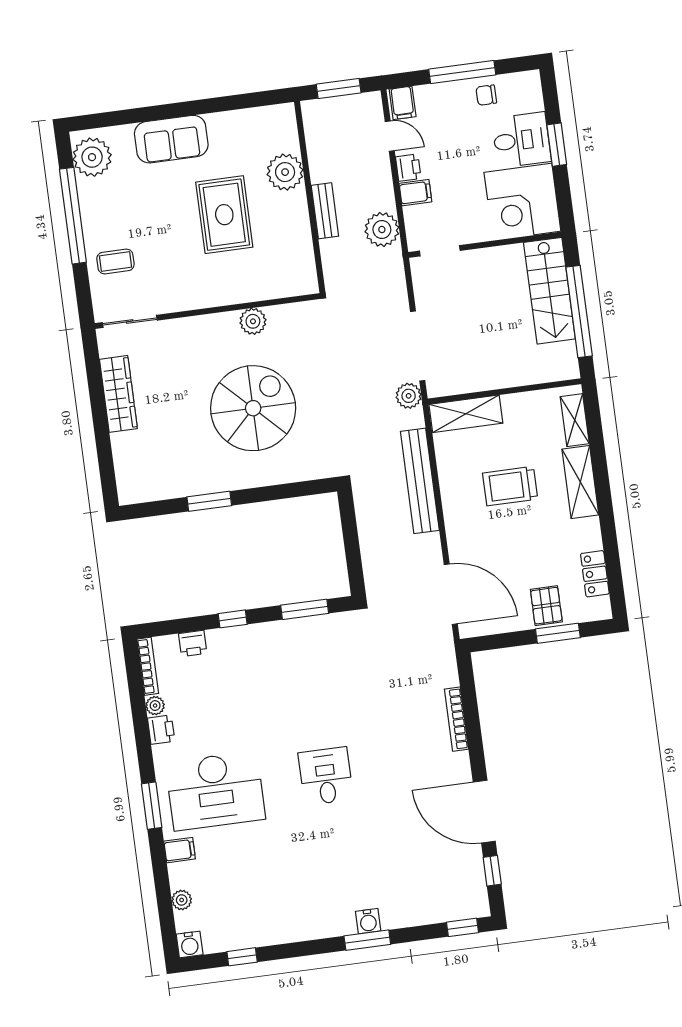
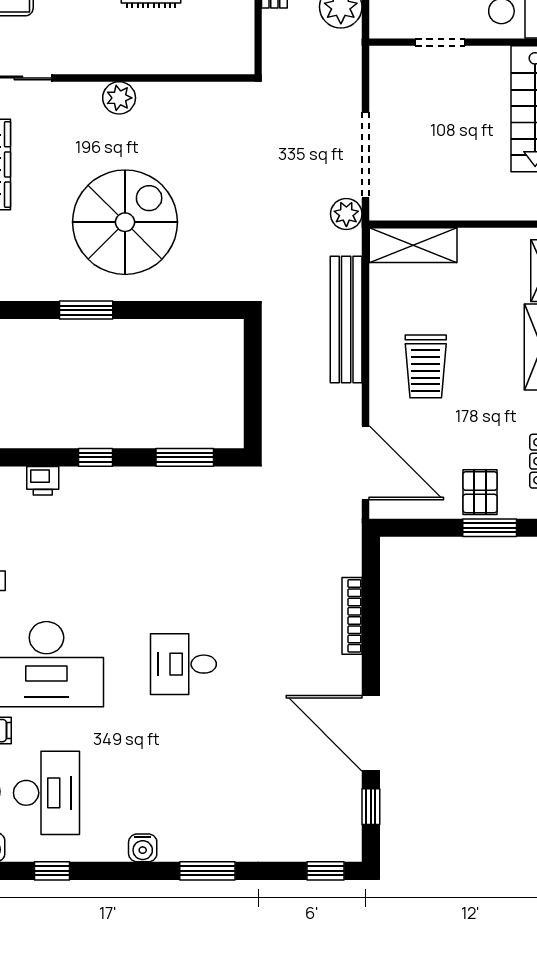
doorway: (440, 251) -> (440, 42), moved
plant: (253, 321) -> (119, 98), moved
spiral stairs: (253, 408) -> (125, 222), moved
trolley: (510, 486) -> (426, 366), moved, turned -90
desk: (326, 776) -> (183, 664), turned -90
desk: (229, 895) -> (46, 793), added
water cooler: (368, 921) -> (143, 848), moved

